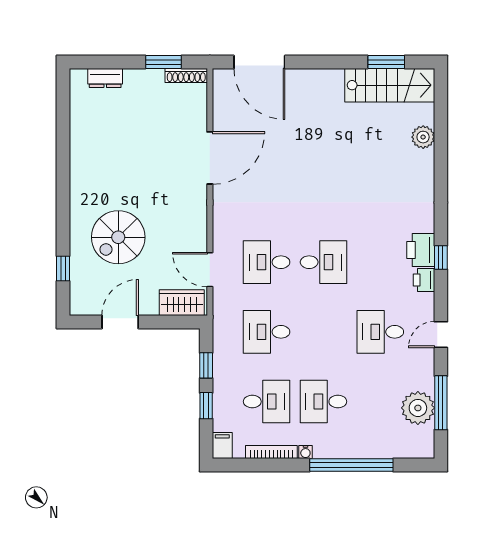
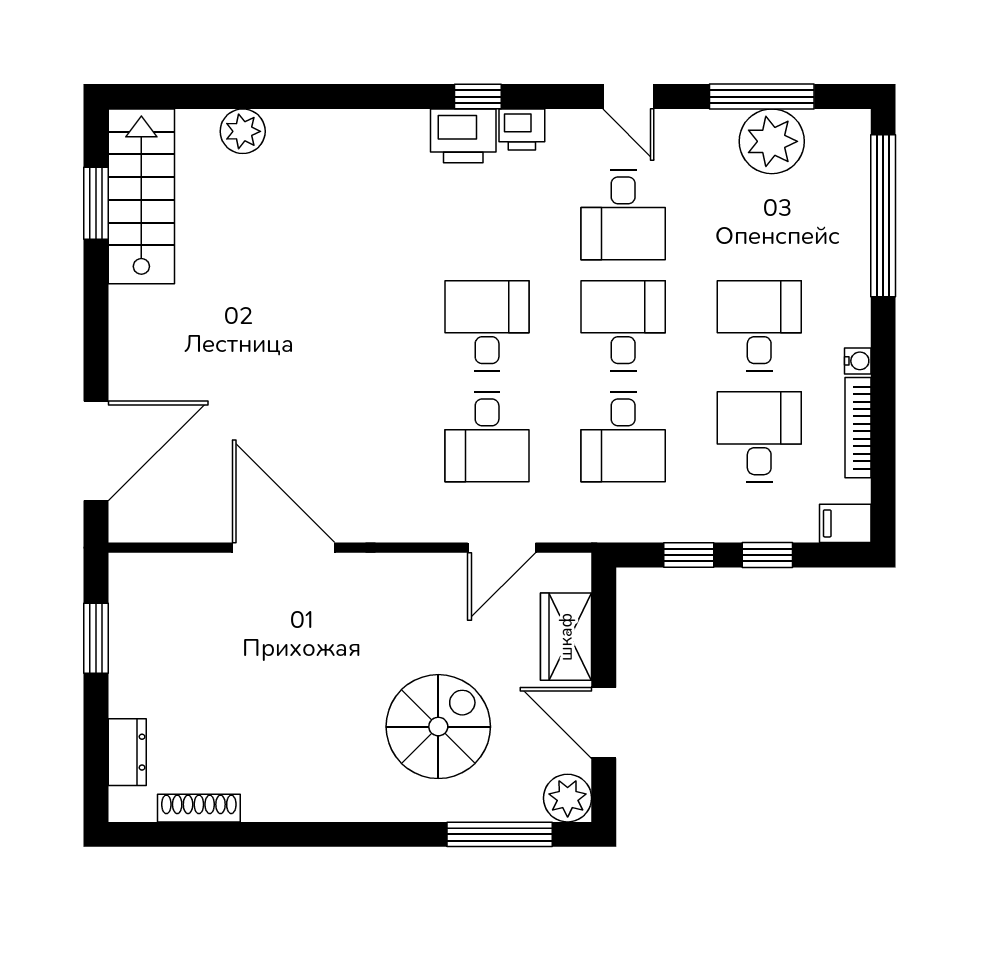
shoe rack: (186, 75) -> (199, 808), moved, turned -90
spiral stairs: (118, 237) -> (438, 727), turned -90
window: (63, 269) -> (500, 834), width x2.17
plant: (82, 303) -> (568, 798), added
wardrobe: (182, 303) -> (566, 637), moved
desk: (323, 332) -> (623, 326), added
desk: (323, 402) -> (759, 326), turned 180
window: (351, 465) -> (883, 216), moved

